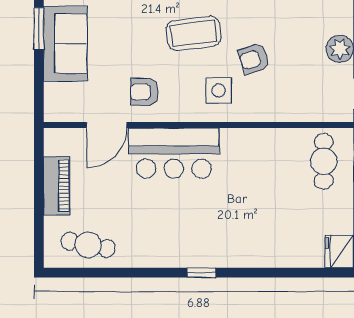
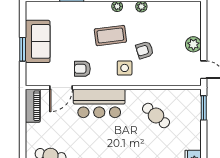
window: (39, 29) -> (23, 49), moved
cafe table: (324, 161) -> (156, 115), moved, turned -49
piano: (57, 186) -> (33, 106), moved

